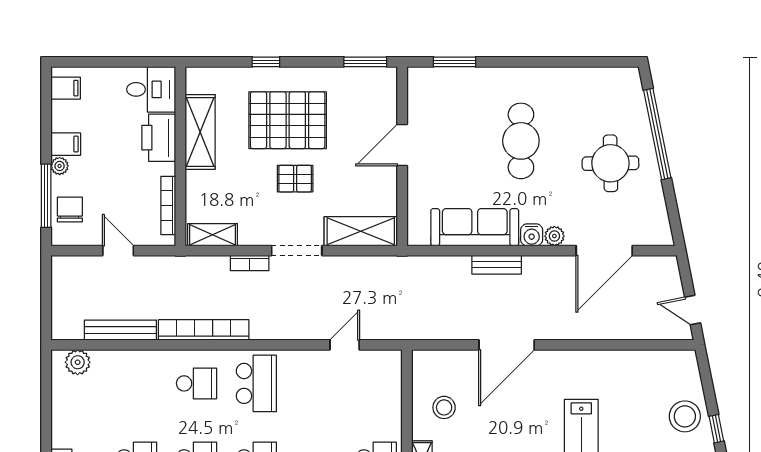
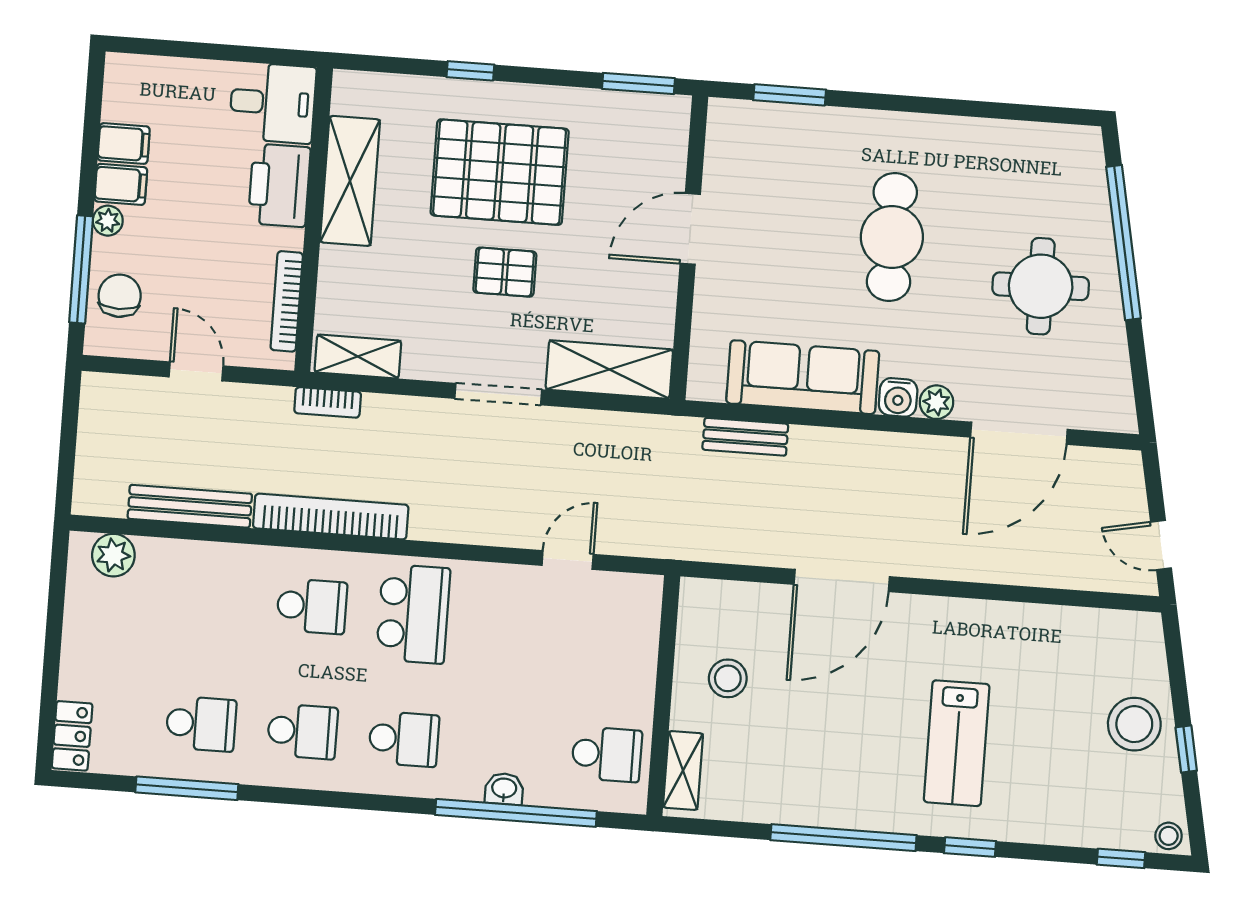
filing cabinet: (66, 88) -> (124, 144), moved
bookcase: (250, 263) -> (328, 402), moved
bench: (497, 265) -> (745, 437), moved

